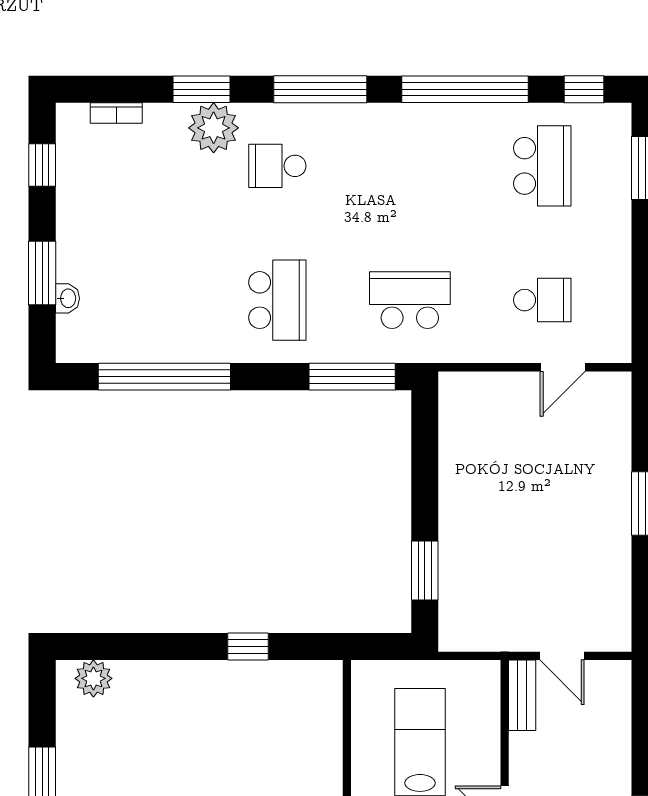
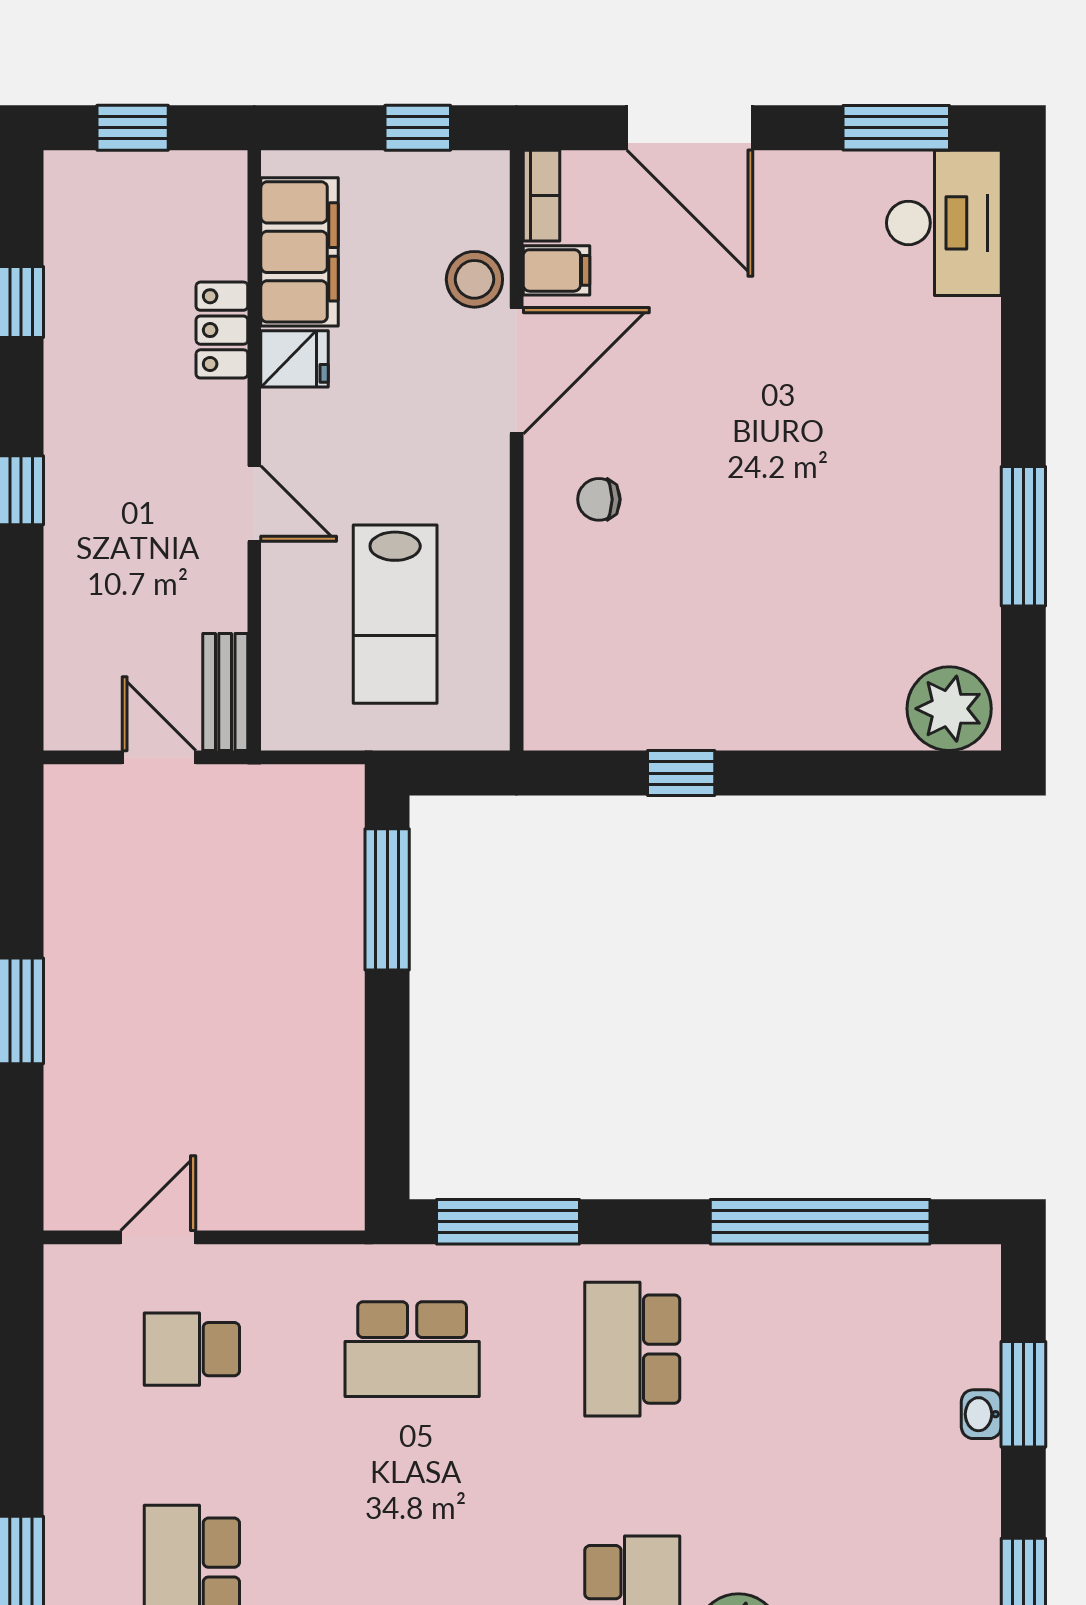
washbasin: (67, 298) -> (981, 1414), moved
window: (425, 571) -> (387, 899), width x1.44
plant: (93, 678) -> (949, 709), width x1.36, depth x1.36

